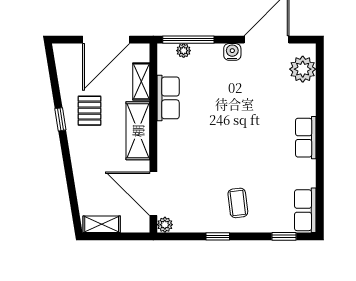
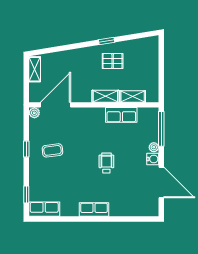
door: (106, 40) -> (161, 72), removed
plant: (184, 51) -> (154, 147), moved
plant: (303, 69) -> (141, 207), removed
wheelchair: (238, 120) -> (106, 163), added
shelving: (138, 131) -> (105, 96), width x0.67, depth x0.75
coffee table: (238, 203) -> (52, 150), moved

